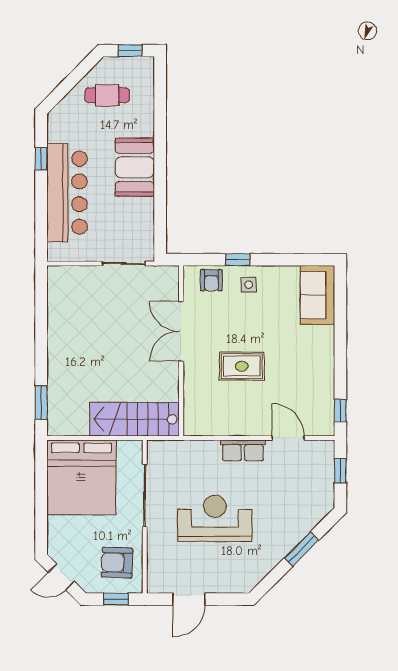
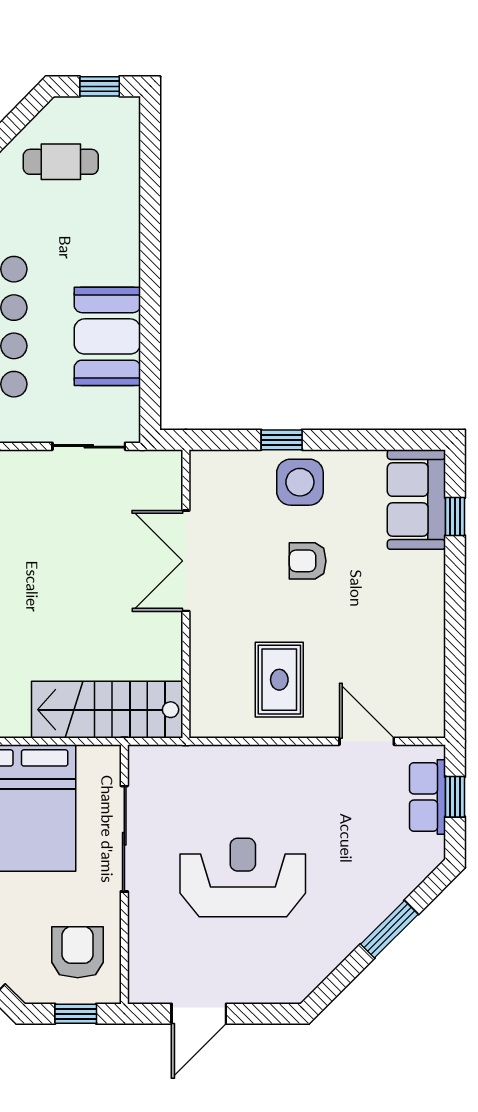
booth: (135, 167) -> (107, 336), moved
armchair: (211, 280) -> (308, 561), moved, turned 90
side table: (249, 285) -> (300, 482), width x1.87, depth x1.87
rug: (242, 366) -> (279, 680), moved, turned 90
window: (340, 411) -> (455, 517), moved
row of seats: (243, 450) -> (427, 797), moved, turned 90
armchair: (117, 563) -> (78, 952), turned 88

